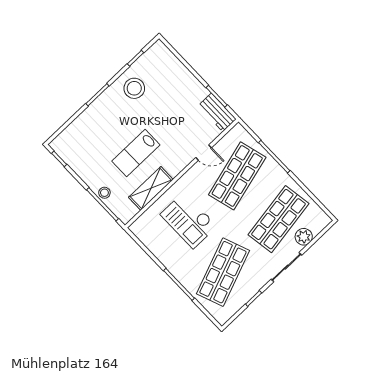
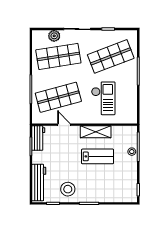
workbench: (172, 66) -> (39, 183), added
shelving: (151, 188) -> (96, 132), moved

